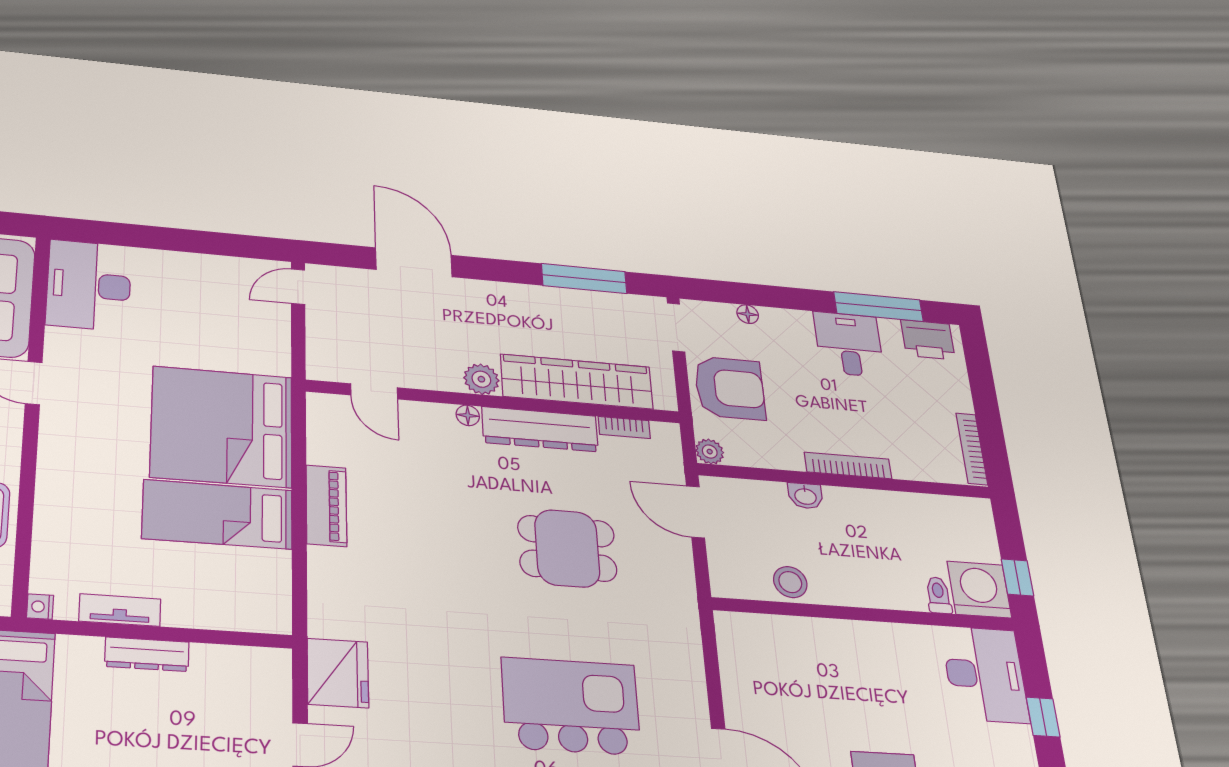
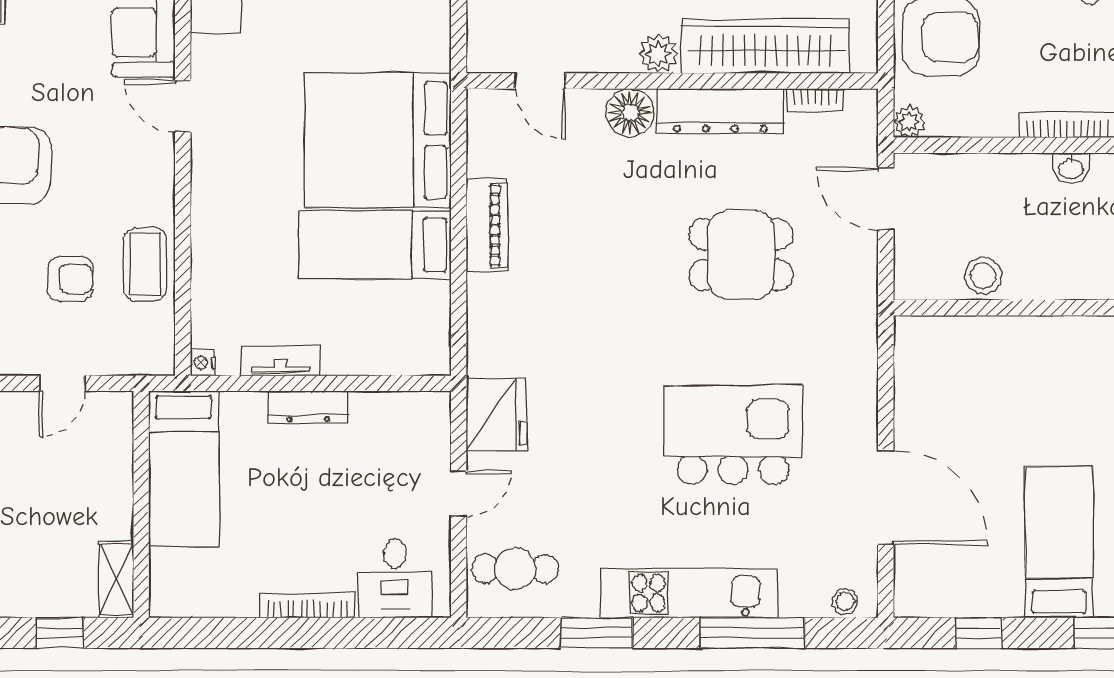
floor lamp: (468, 415) -> (630, 113), width x1.89, depth x1.89
washbasin: (805, 496) -> (1071, 168), moved

